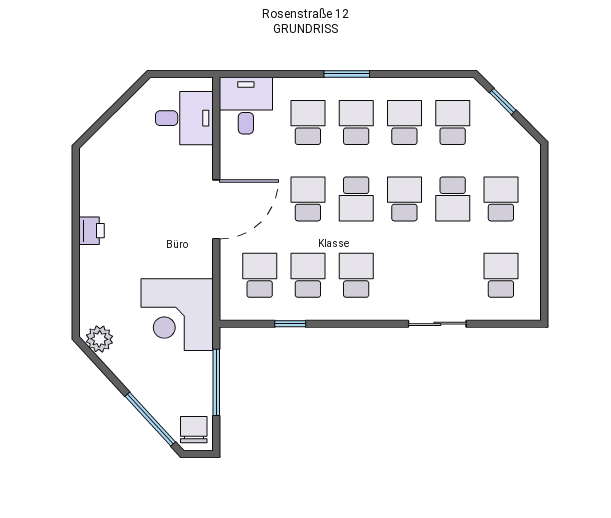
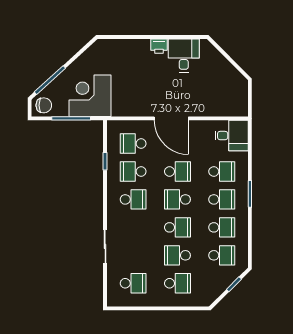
desk: (184, 118) -> (184, 55), moved, turned 180
school desk: (260, 275) -> (133, 144), turned 180
school desk: (308, 275) -> (133, 171), turned 180
corner desk: (177, 315) -> (90, 96), moved
plant: (99, 339) -> (96, 51), removed

